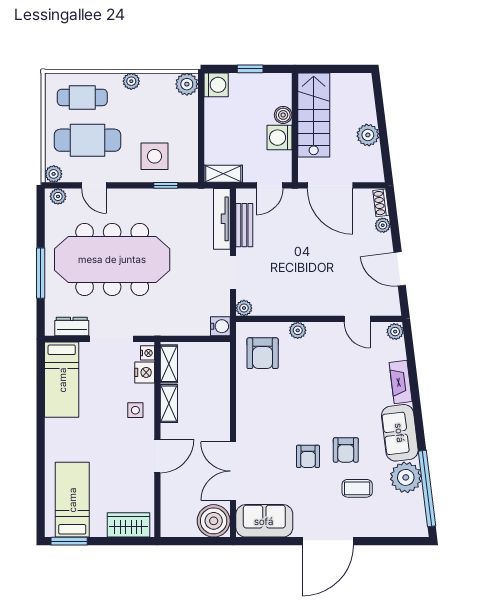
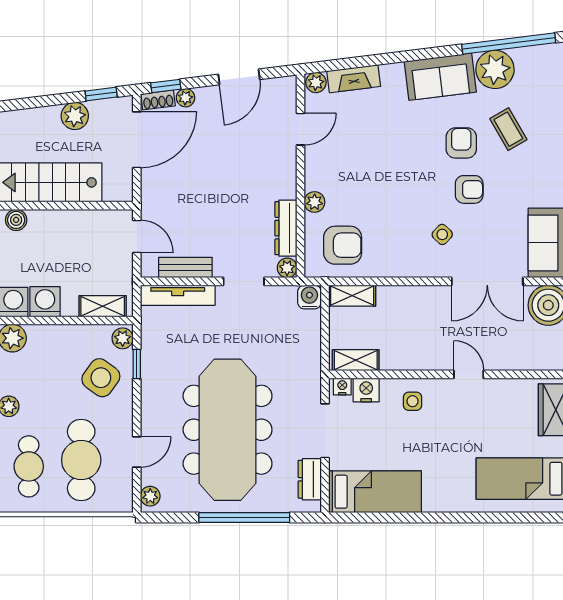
boiler: (283, 115) -> (16, 220), moved
washing machine: (279, 138) -> (45, 302), moved, turned 180
side table: (155, 156) -> (101, 378), turned 36
window: (386, 156) -> (101, 94), added
plant: (54, 174) -> (123, 338), moved
shelving: (223, 174) -> (103, 306), moved, turned 90
door: (330, 185) -> (137, 140), moved
window: (392, 209) -> (166, 86), added
window: (41, 273) -> (244, 517), width x1.46
dresser: (276, 307) -> (286, 228), added
fireplace: (401, 382) -> (354, 79), moved
shelving: (169, 404) -> (352, 296), moved
side table: (271, 434) -> (442, 234), added
armchair: (346, 450) -> (461, 143), turned -90
door: (157, 456) -> (469, 374), width x0.73
coffee table: (357, 488) -> (508, 129), turned -30

